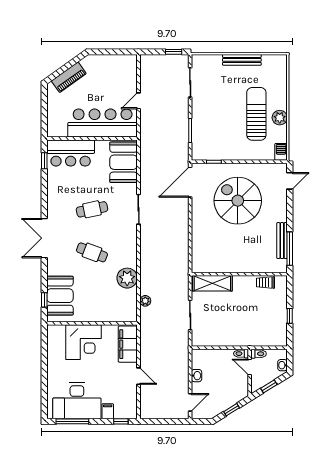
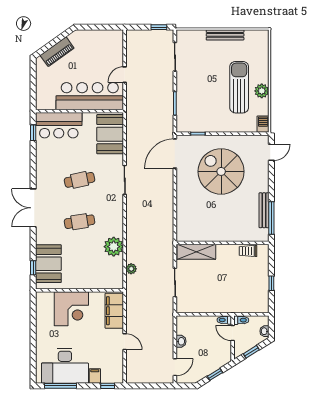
cafe table: (92, 252) -> (80, 222), turned -30

